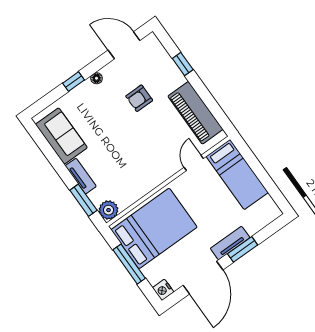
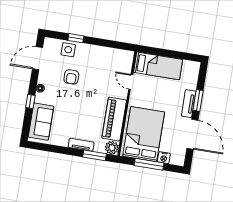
side table: (163, 68) -> (68, 50), added
piano: (195, 113) -> (114, 119), moved, turned 90
sofa: (61, 136) -> (41, 122), moved, turned 90
nightstand: (163, 290) -> (164, 158), moved

